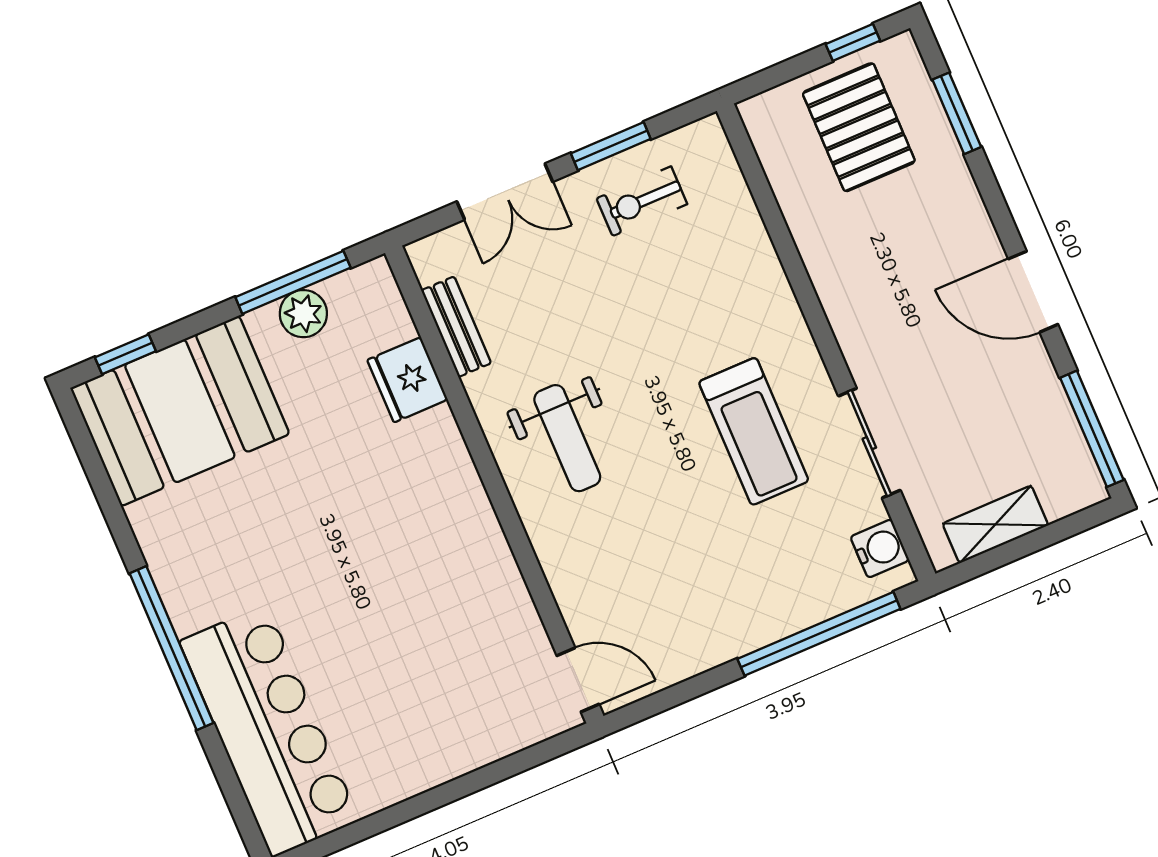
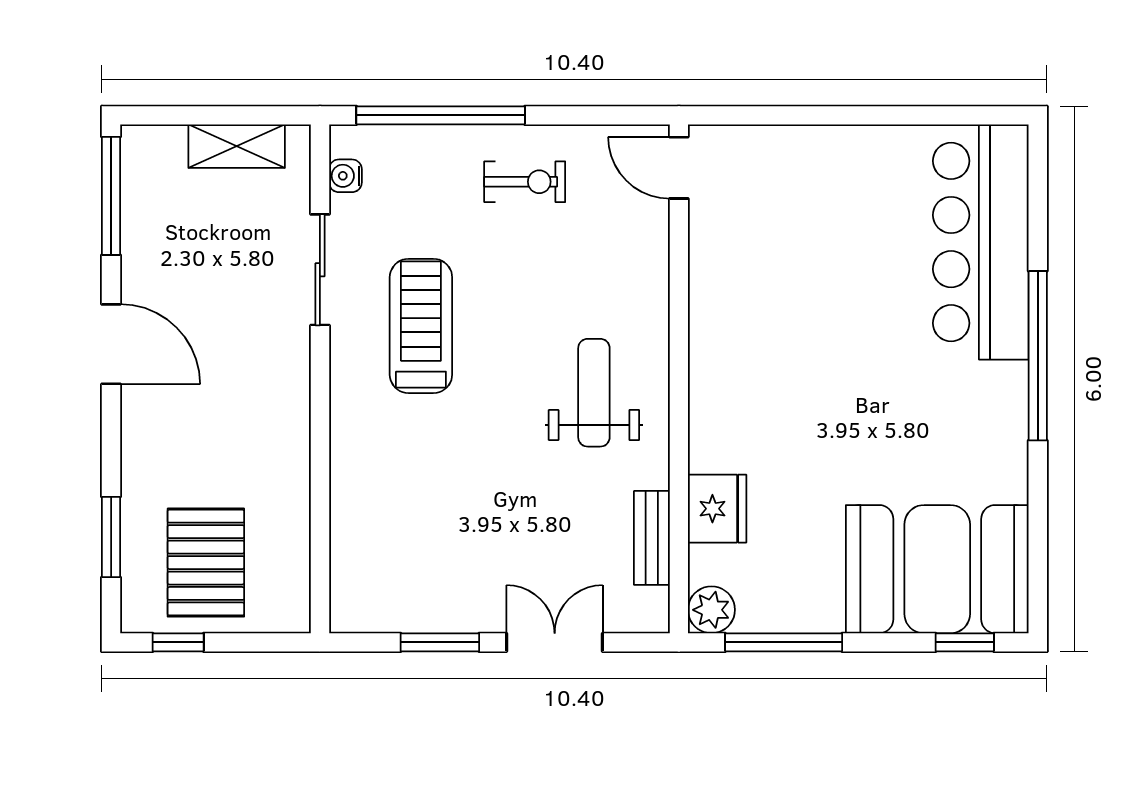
exercise bike: (642, 201) -> (525, 182), moved
plant: (303, 314) -> (711, 610), moved
water cooler: (880, 548) -> (345, 176), width x0.72, depth x0.72

